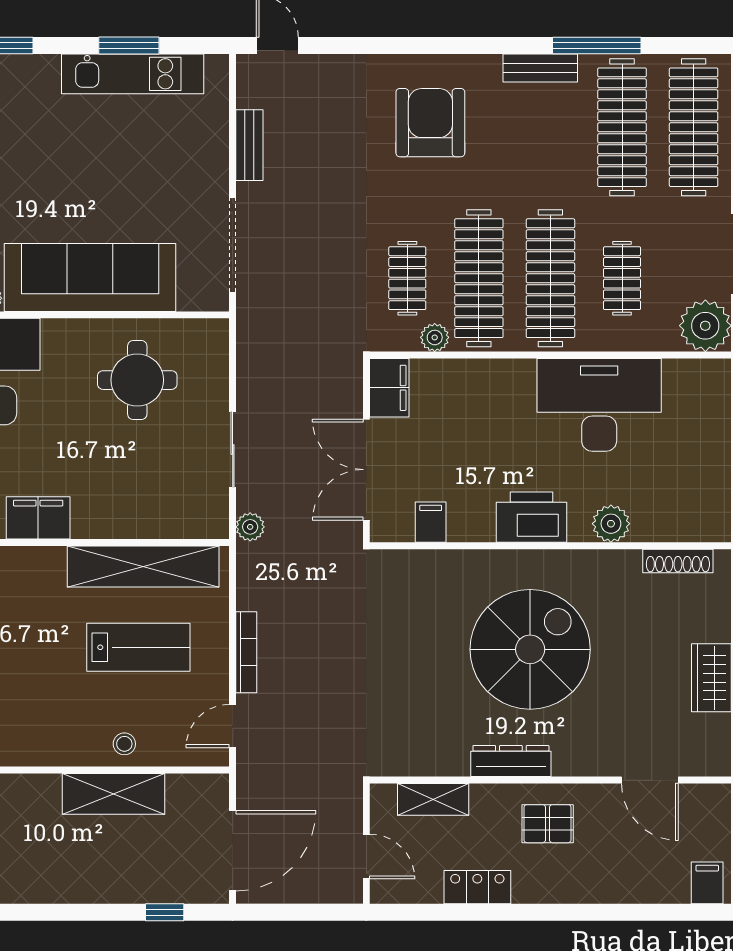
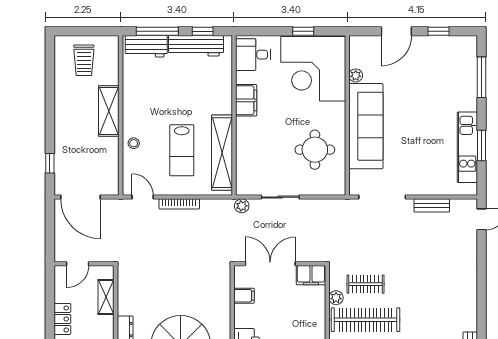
armchair: (430, 123) -> (443, 296), removed
shelving: (114, 794) -> (109, 111), moved

